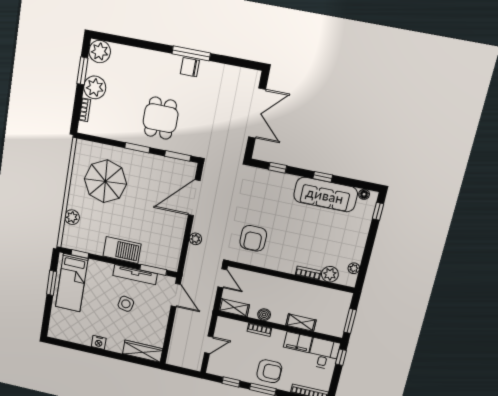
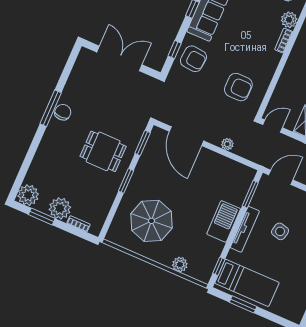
chair: (190, 67) -> (63, 112), turned 180
armchair: (272, 189) -> (193, 59), added
tv unit: (135, 275) -> (245, 229), moved

